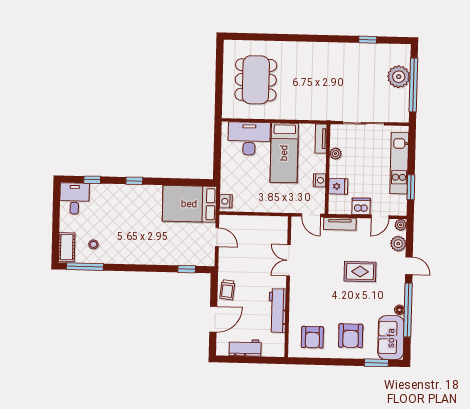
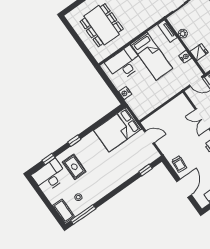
desk: (75, 198) -> (50, 176), width x1.37
nightstand: (226, 201) -> (125, 93), moved
rug: (114, 209) -> (74, 167), added

